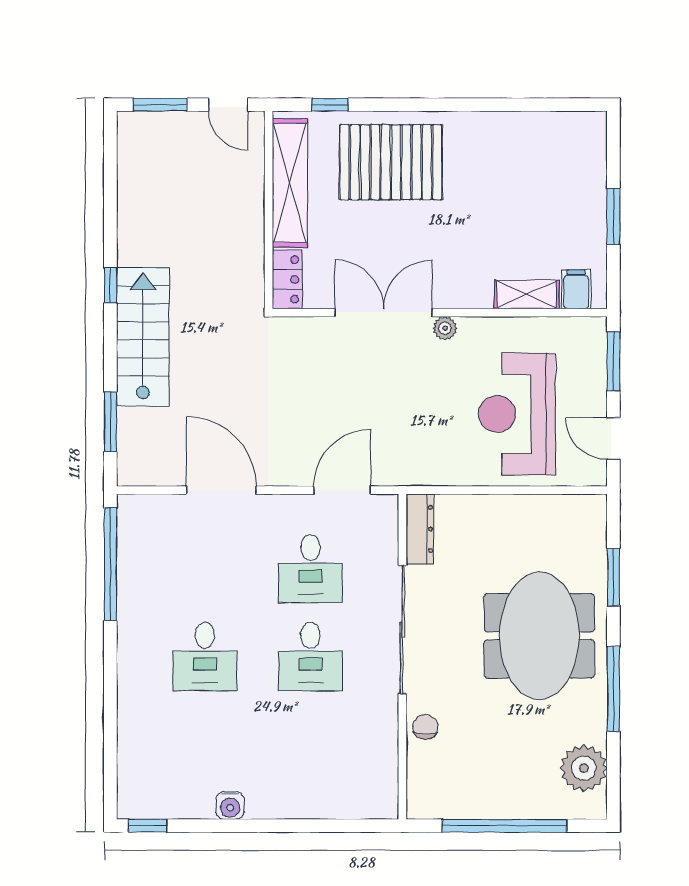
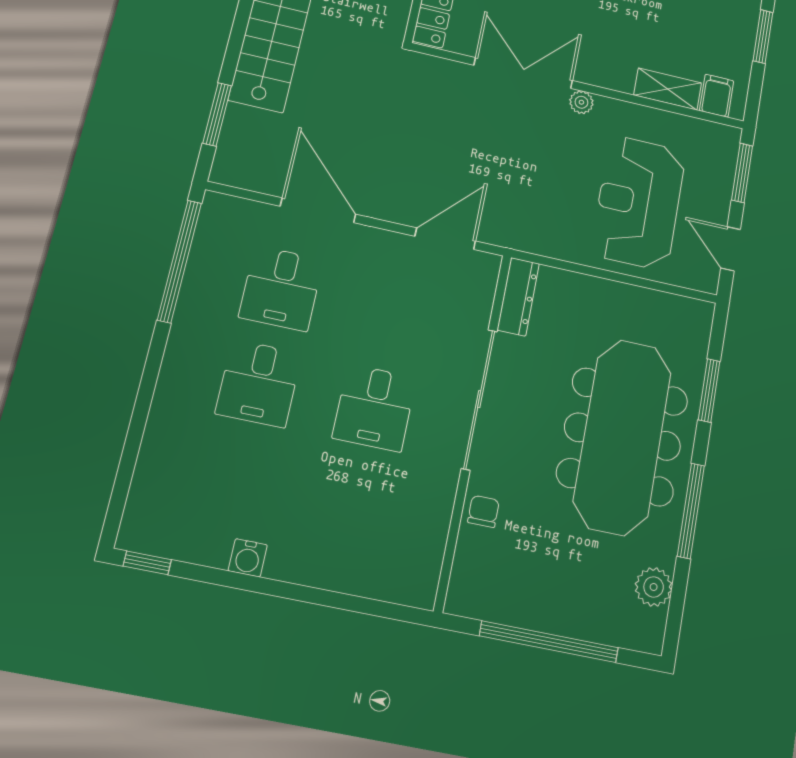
desk: (310, 569) -> (281, 288), moved
meeting table: (539, 636) -> (623, 437), width x1.36
plant: (584, 768) -> (654, 587), width x0.73, depth x0.73

